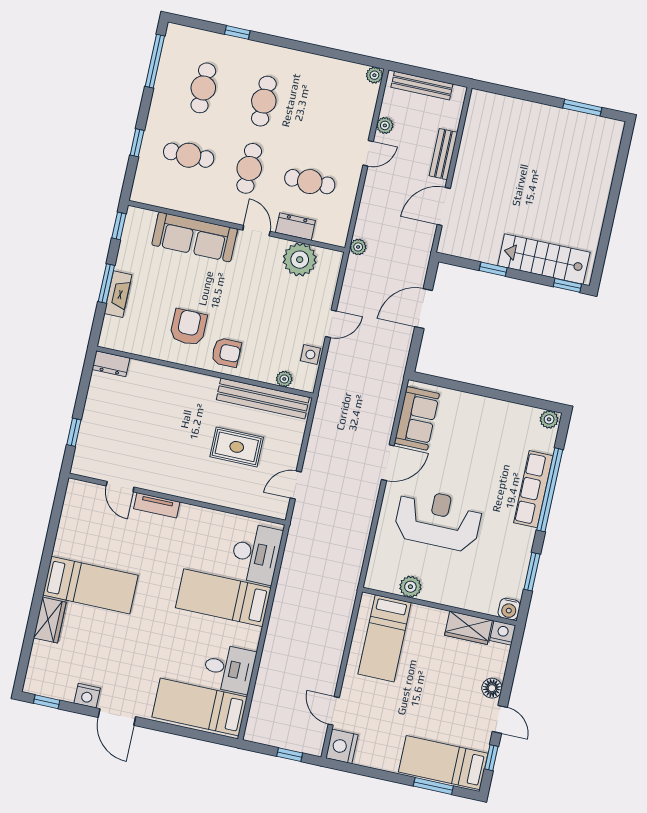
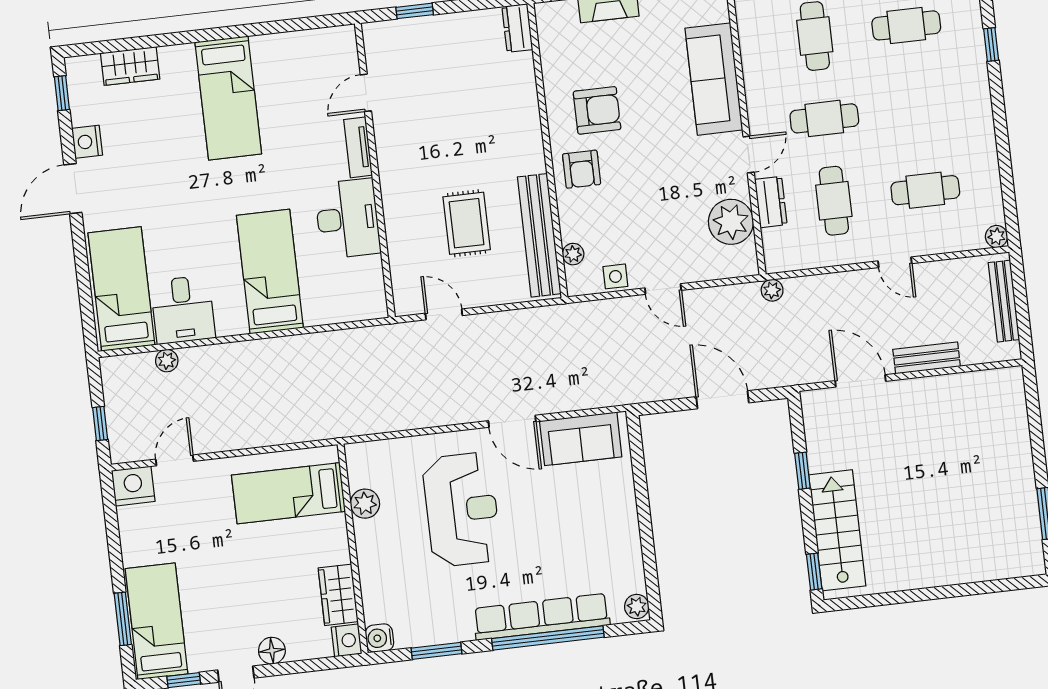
cafe table: (264, 101) -> (925, 190), moved
plant: (385, 125) -> (167, 361), moved
row of seats: (533, 489) -> (541, 617), width x1.36
desk: (256, 554) -> (348, 219), moved, turned -90
wardrobe: (50, 620) -> (130, 66), moved

